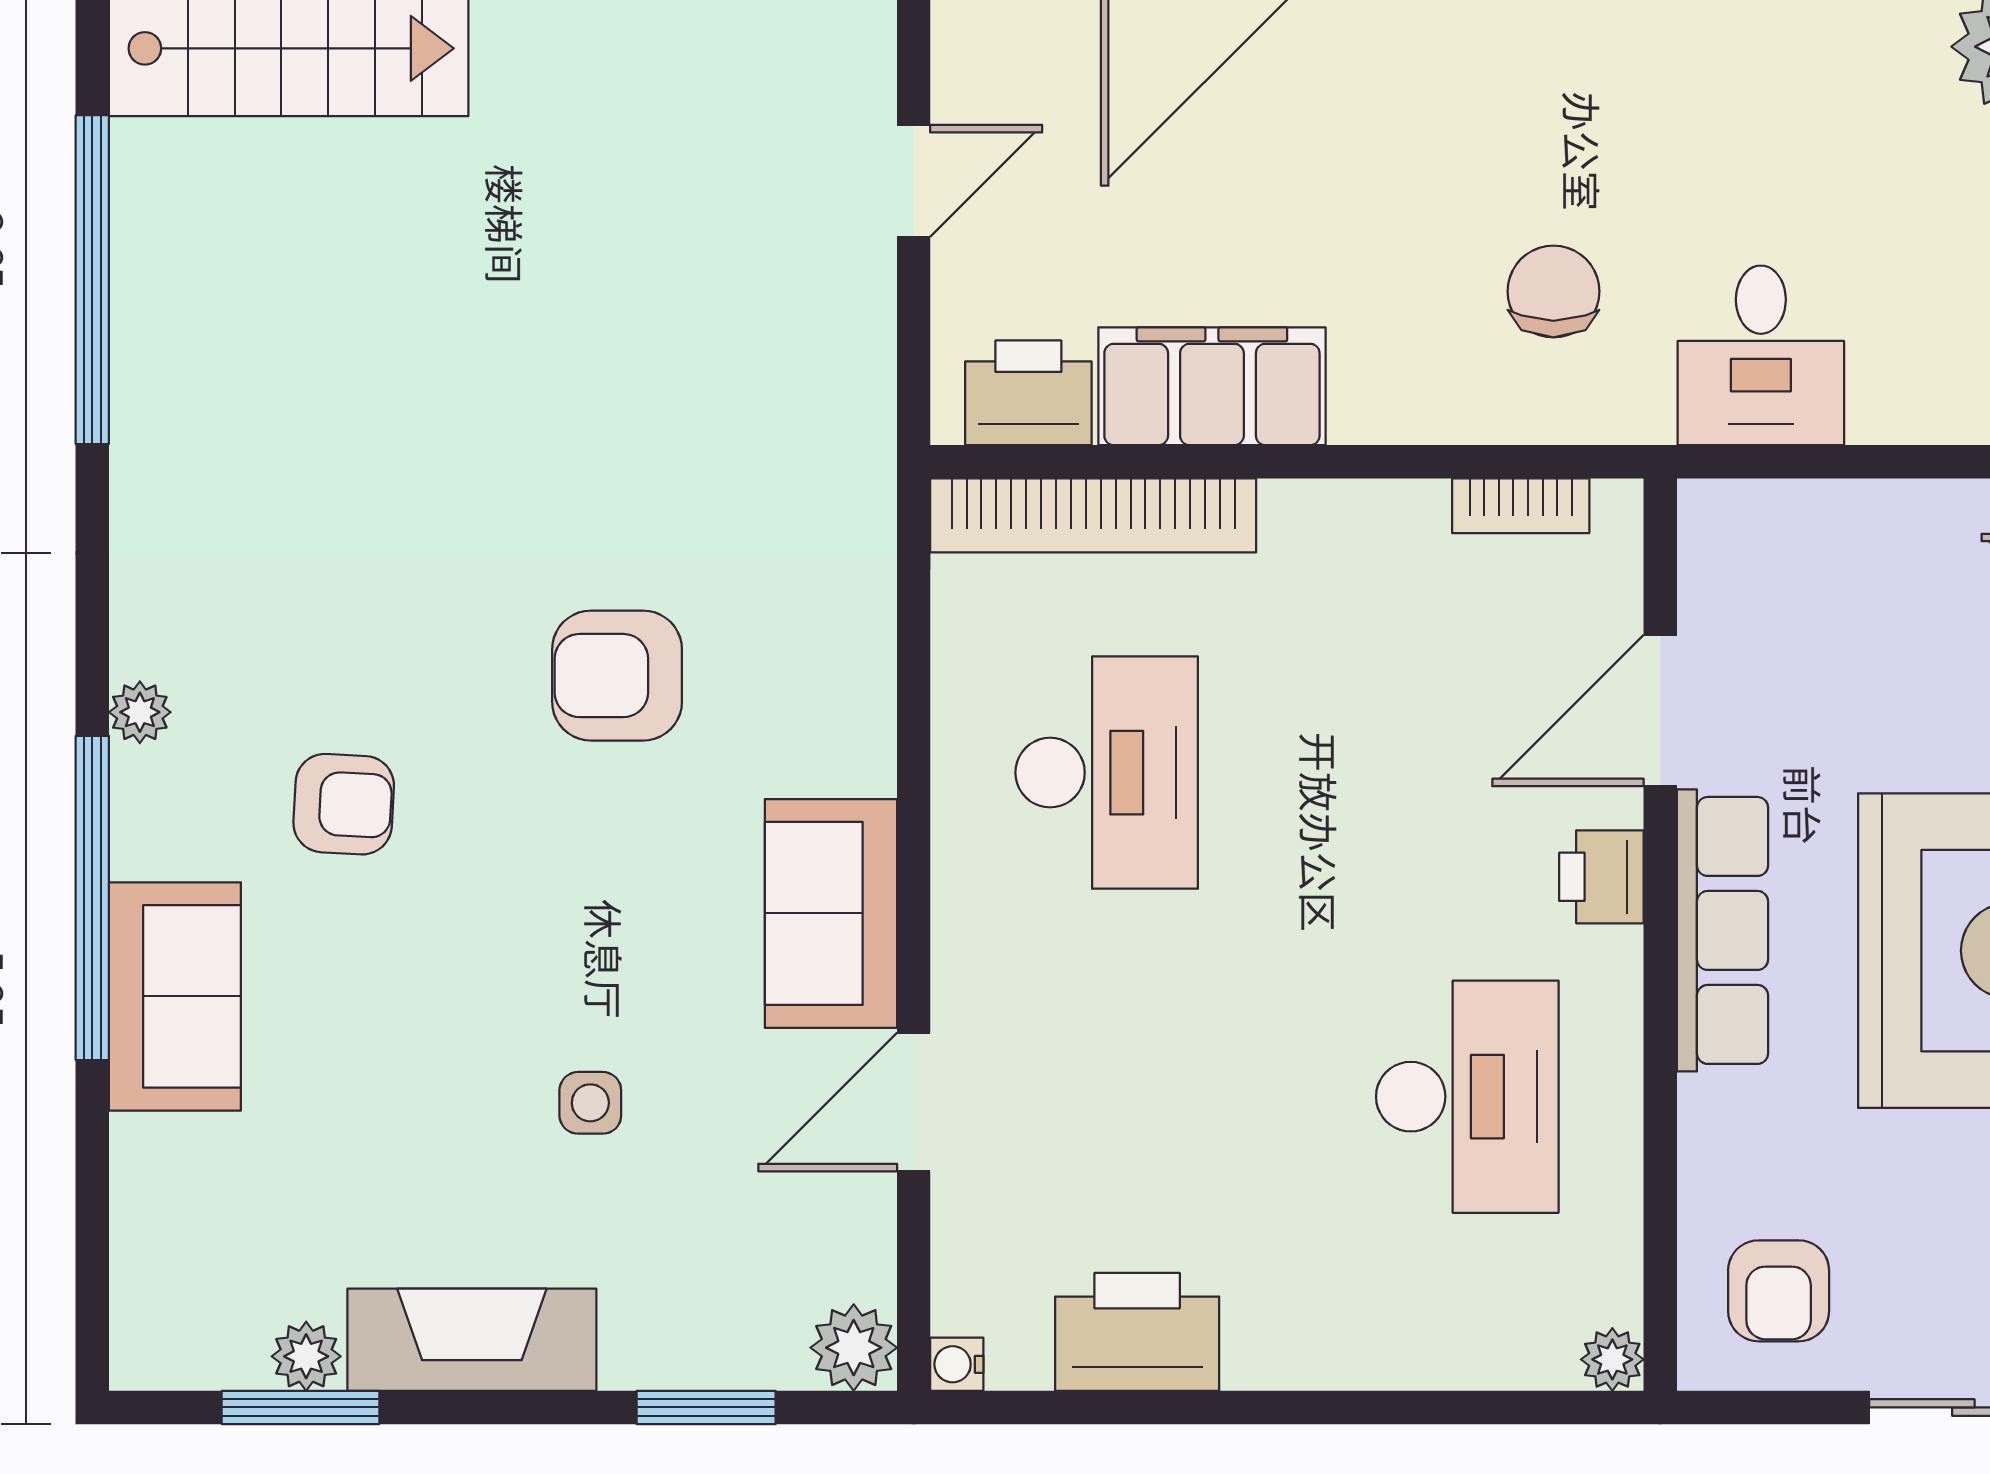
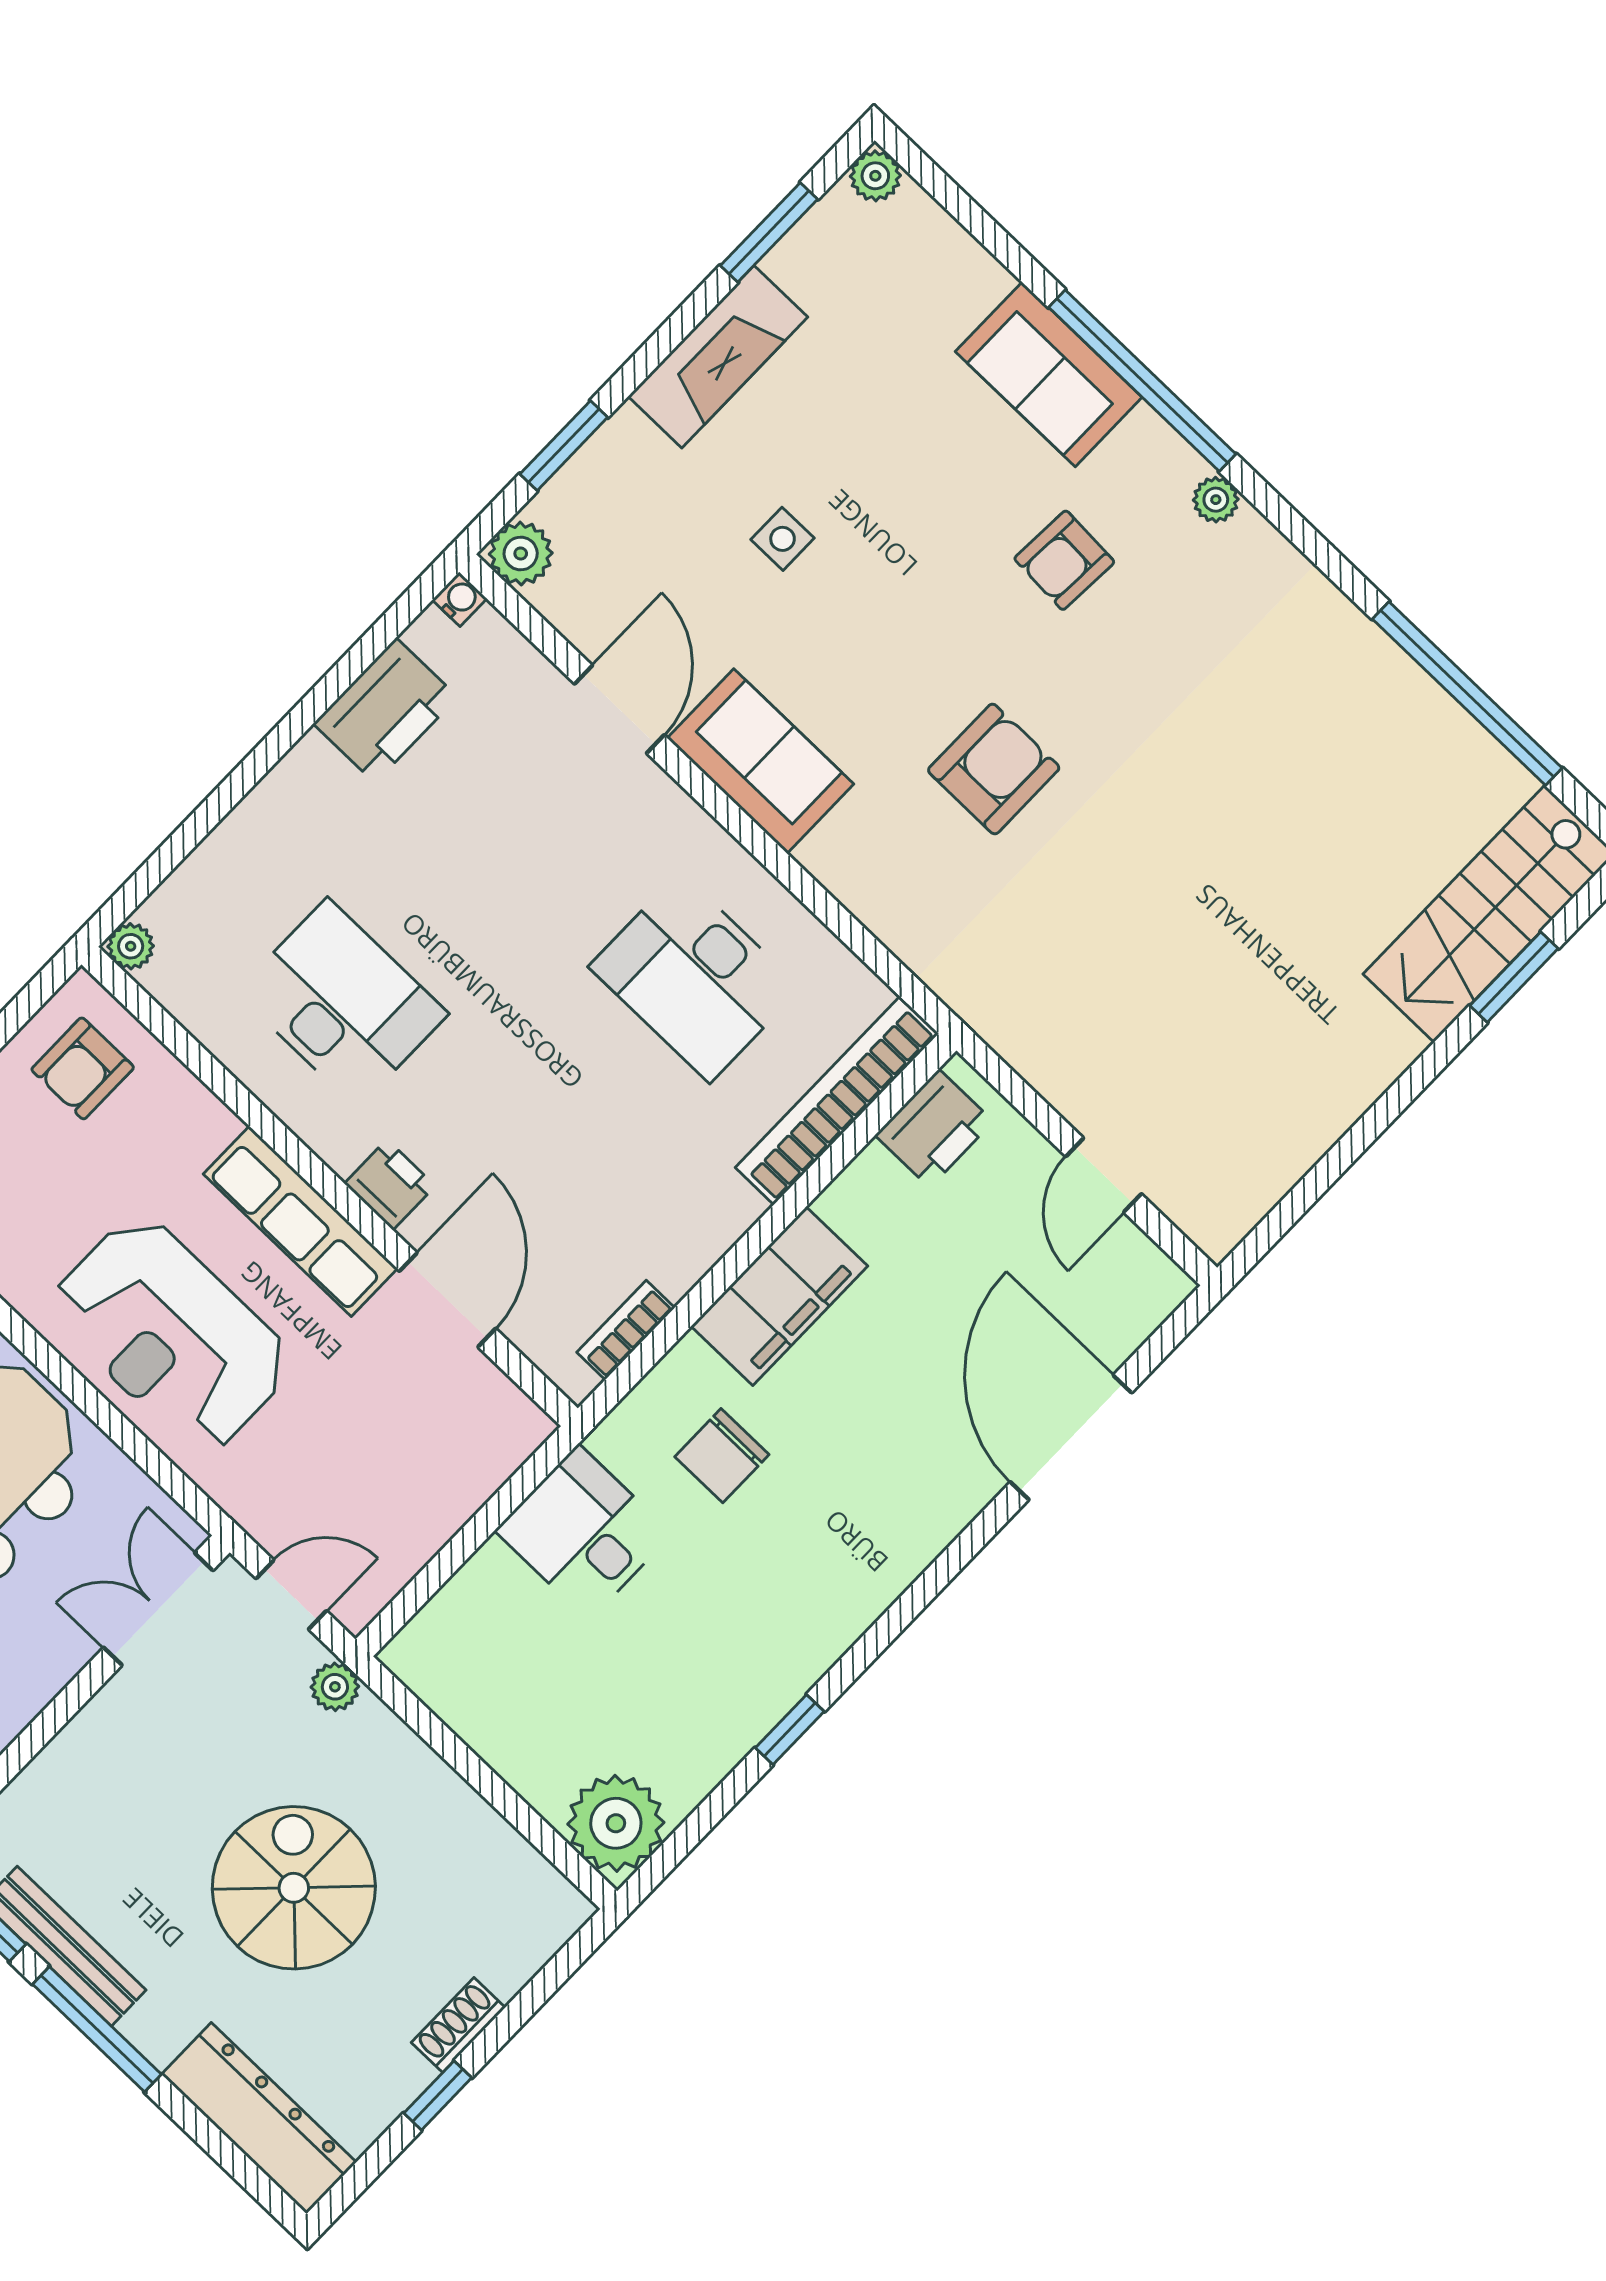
chair: (1553, 291) -> (722, 1456), turned 90
filing cabinet: (1212, 386) -> (779, 1296), moved
desk: (1467, 1097) -> (342, 1003), turned 180
armchair: (1779, 1291) -> (83, 1068), turned -90
plant: (306, 1356) -> (875, 176), moved

